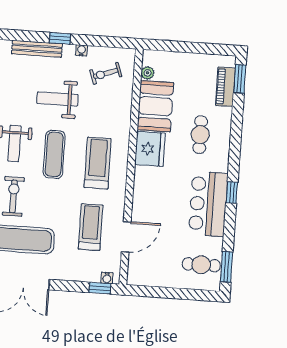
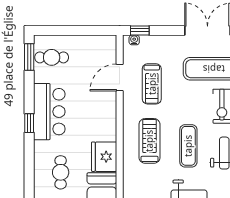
treadmill: (98, 163) -> (149, 141), turned 180

